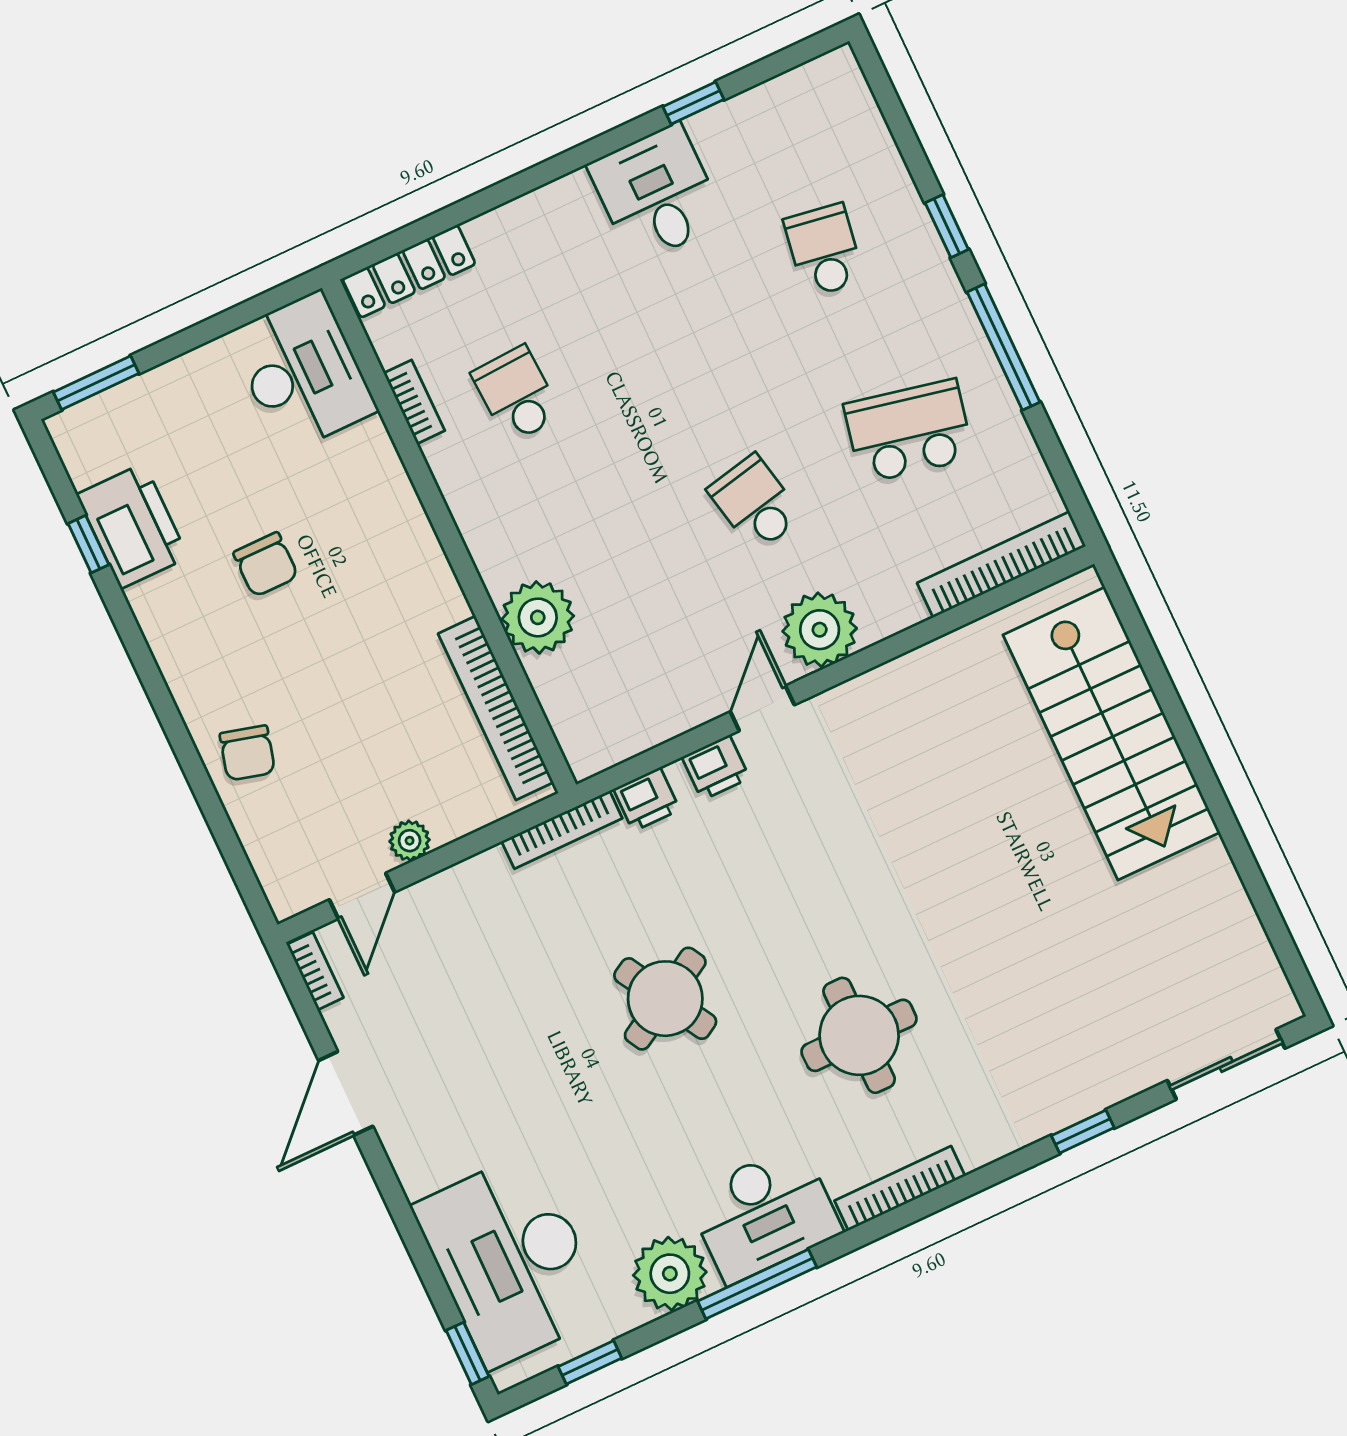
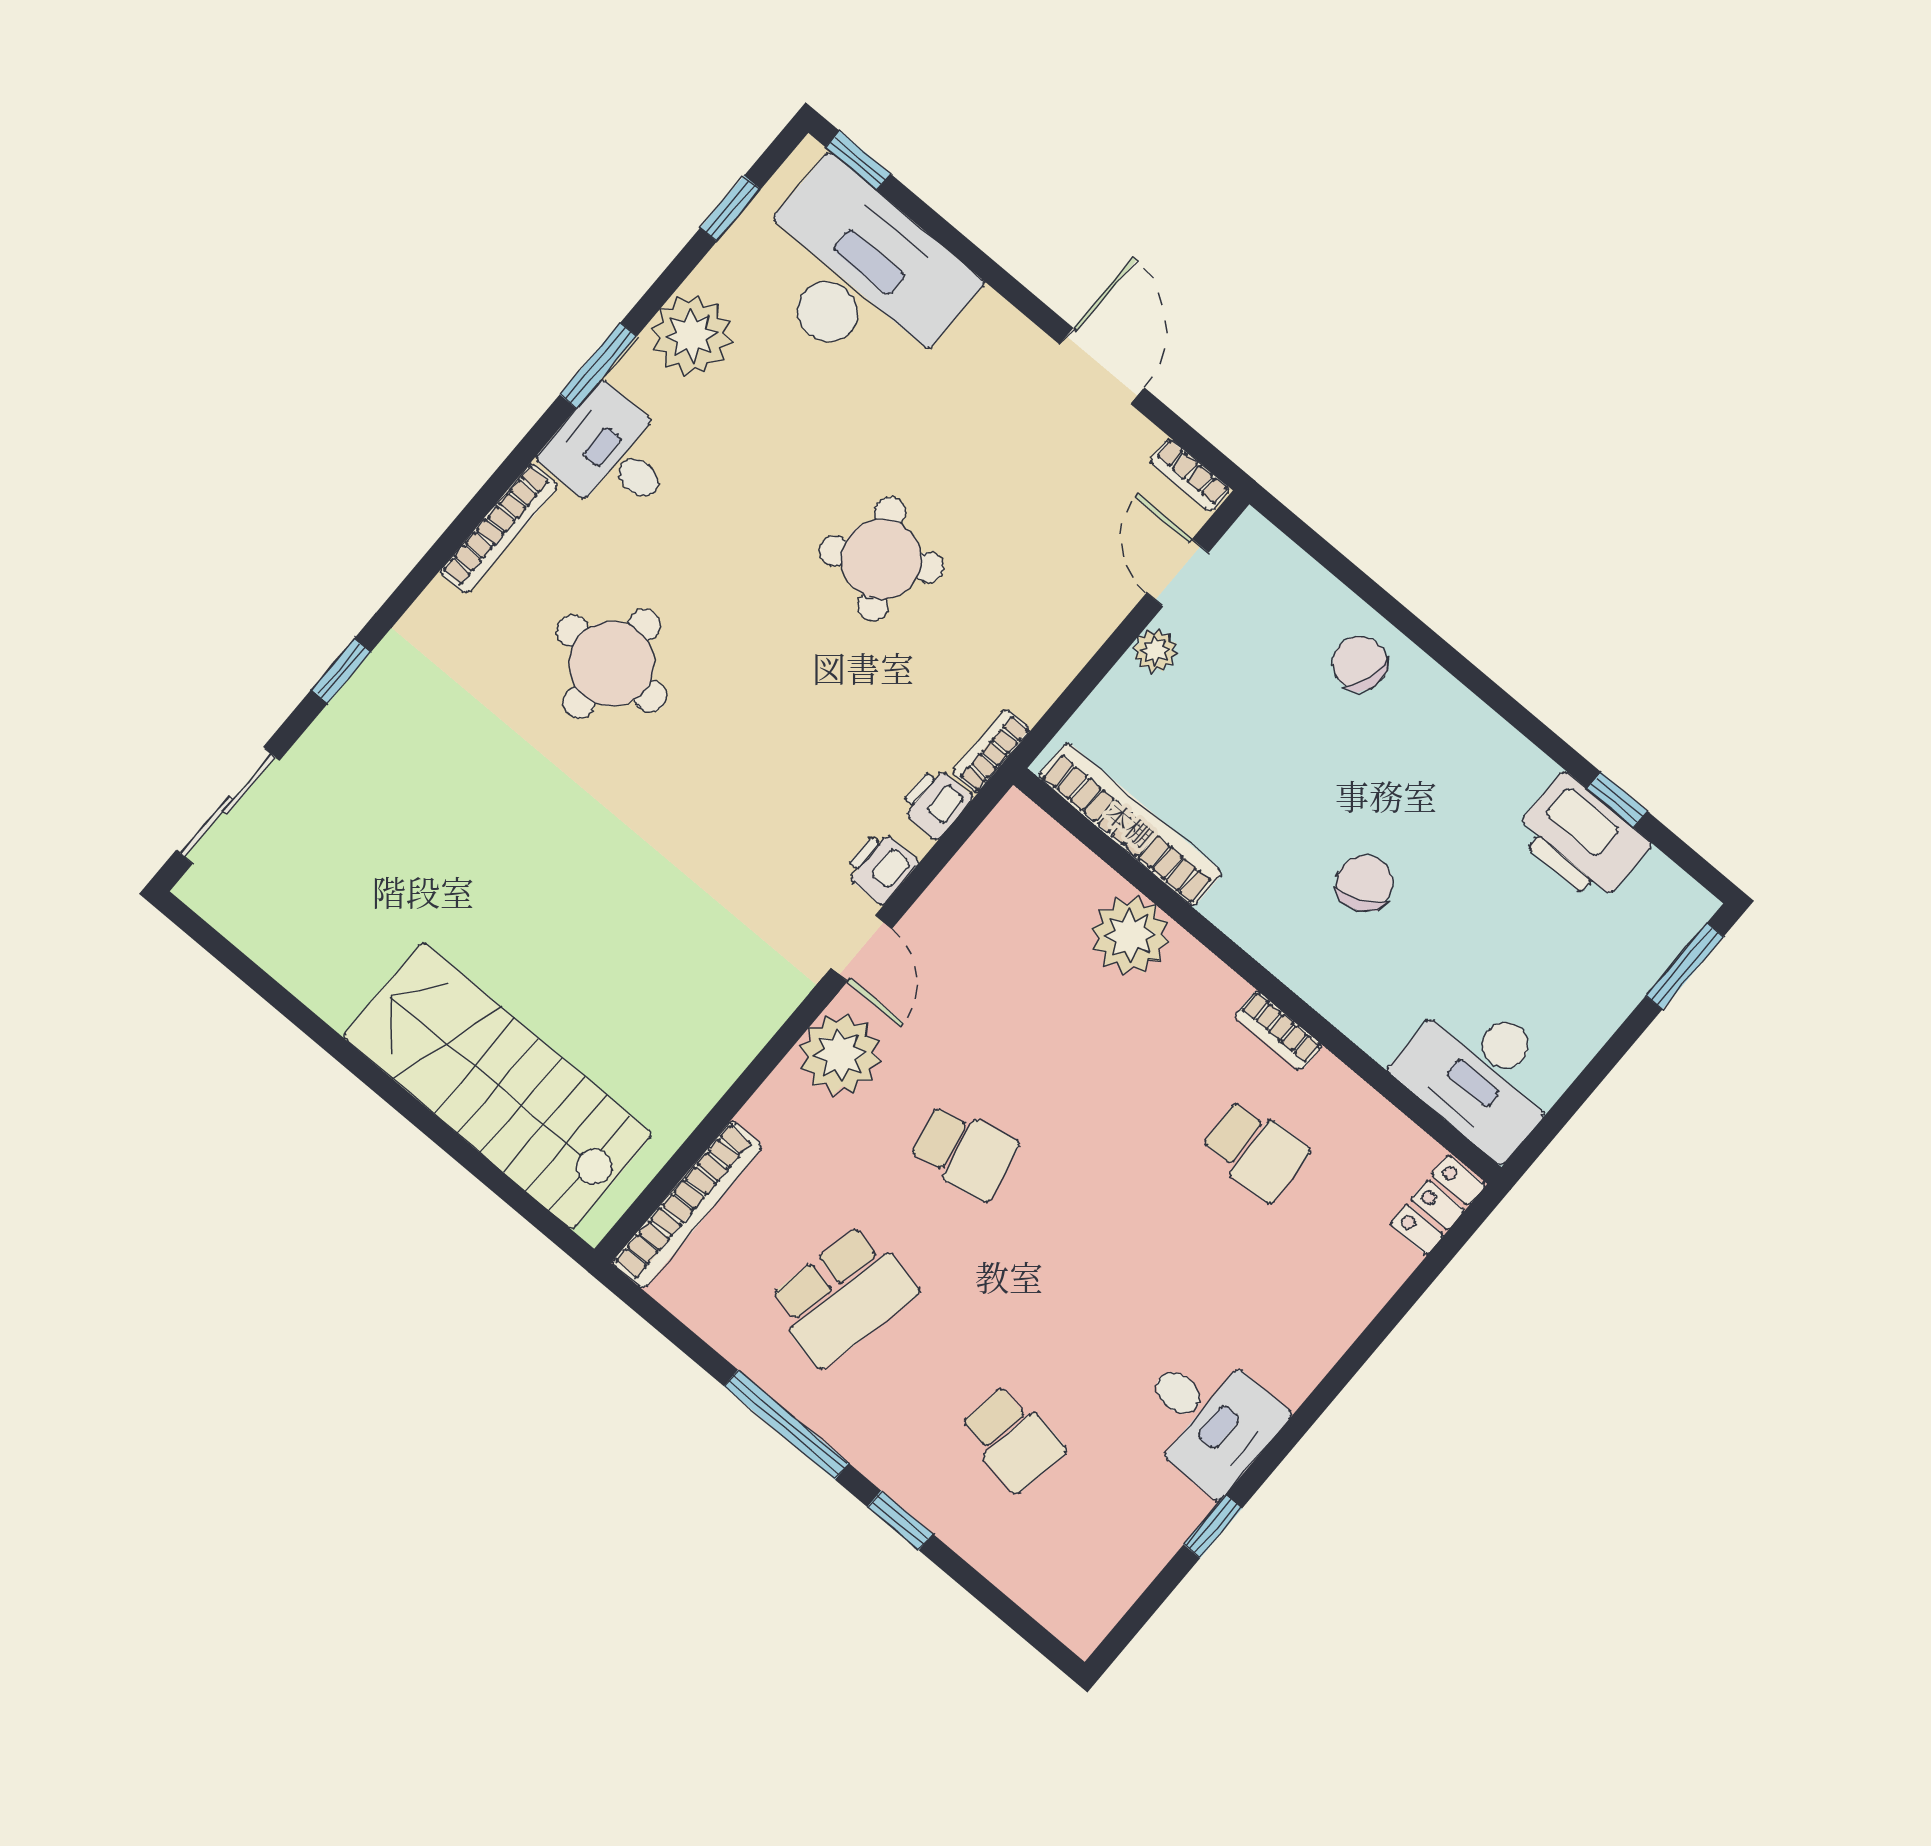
locker: (409, 271) -> (1438, 1205), width x0.66
bookcase: (414, 402) -> (1279, 1031), moved
chair: (266, 565) -> (1365, 883), moved, turned 65
bookcase: (562, 830) -> (991, 751), width x0.64
round table: (665, 999) -> (882, 559), moved
desk: (764, 1214) -> (612, 455), width x0.73
window: (757, 1284) -> (598, 365), width x0.69

